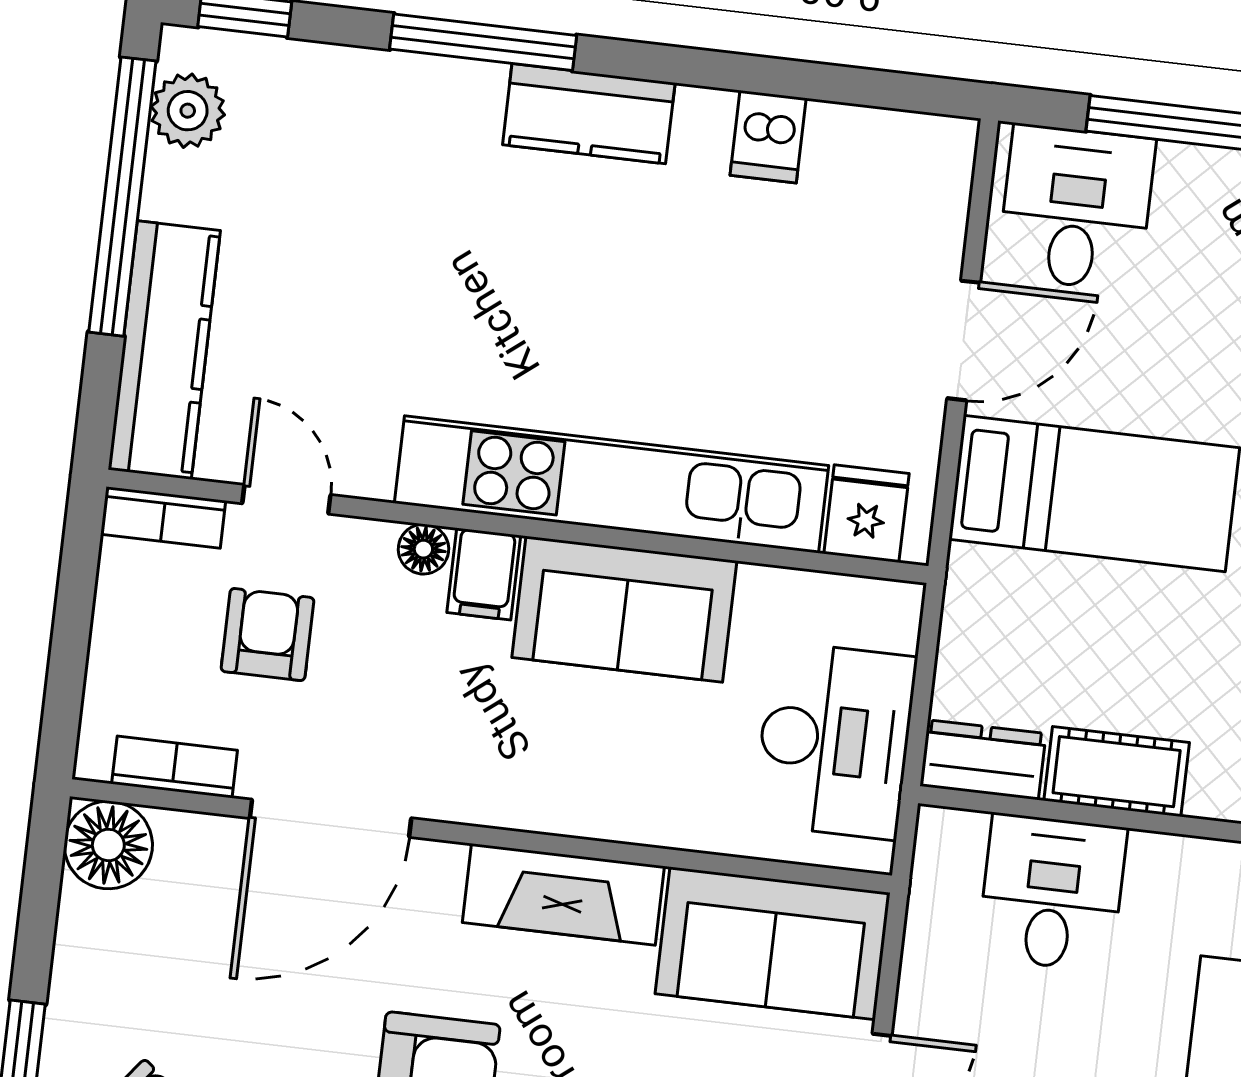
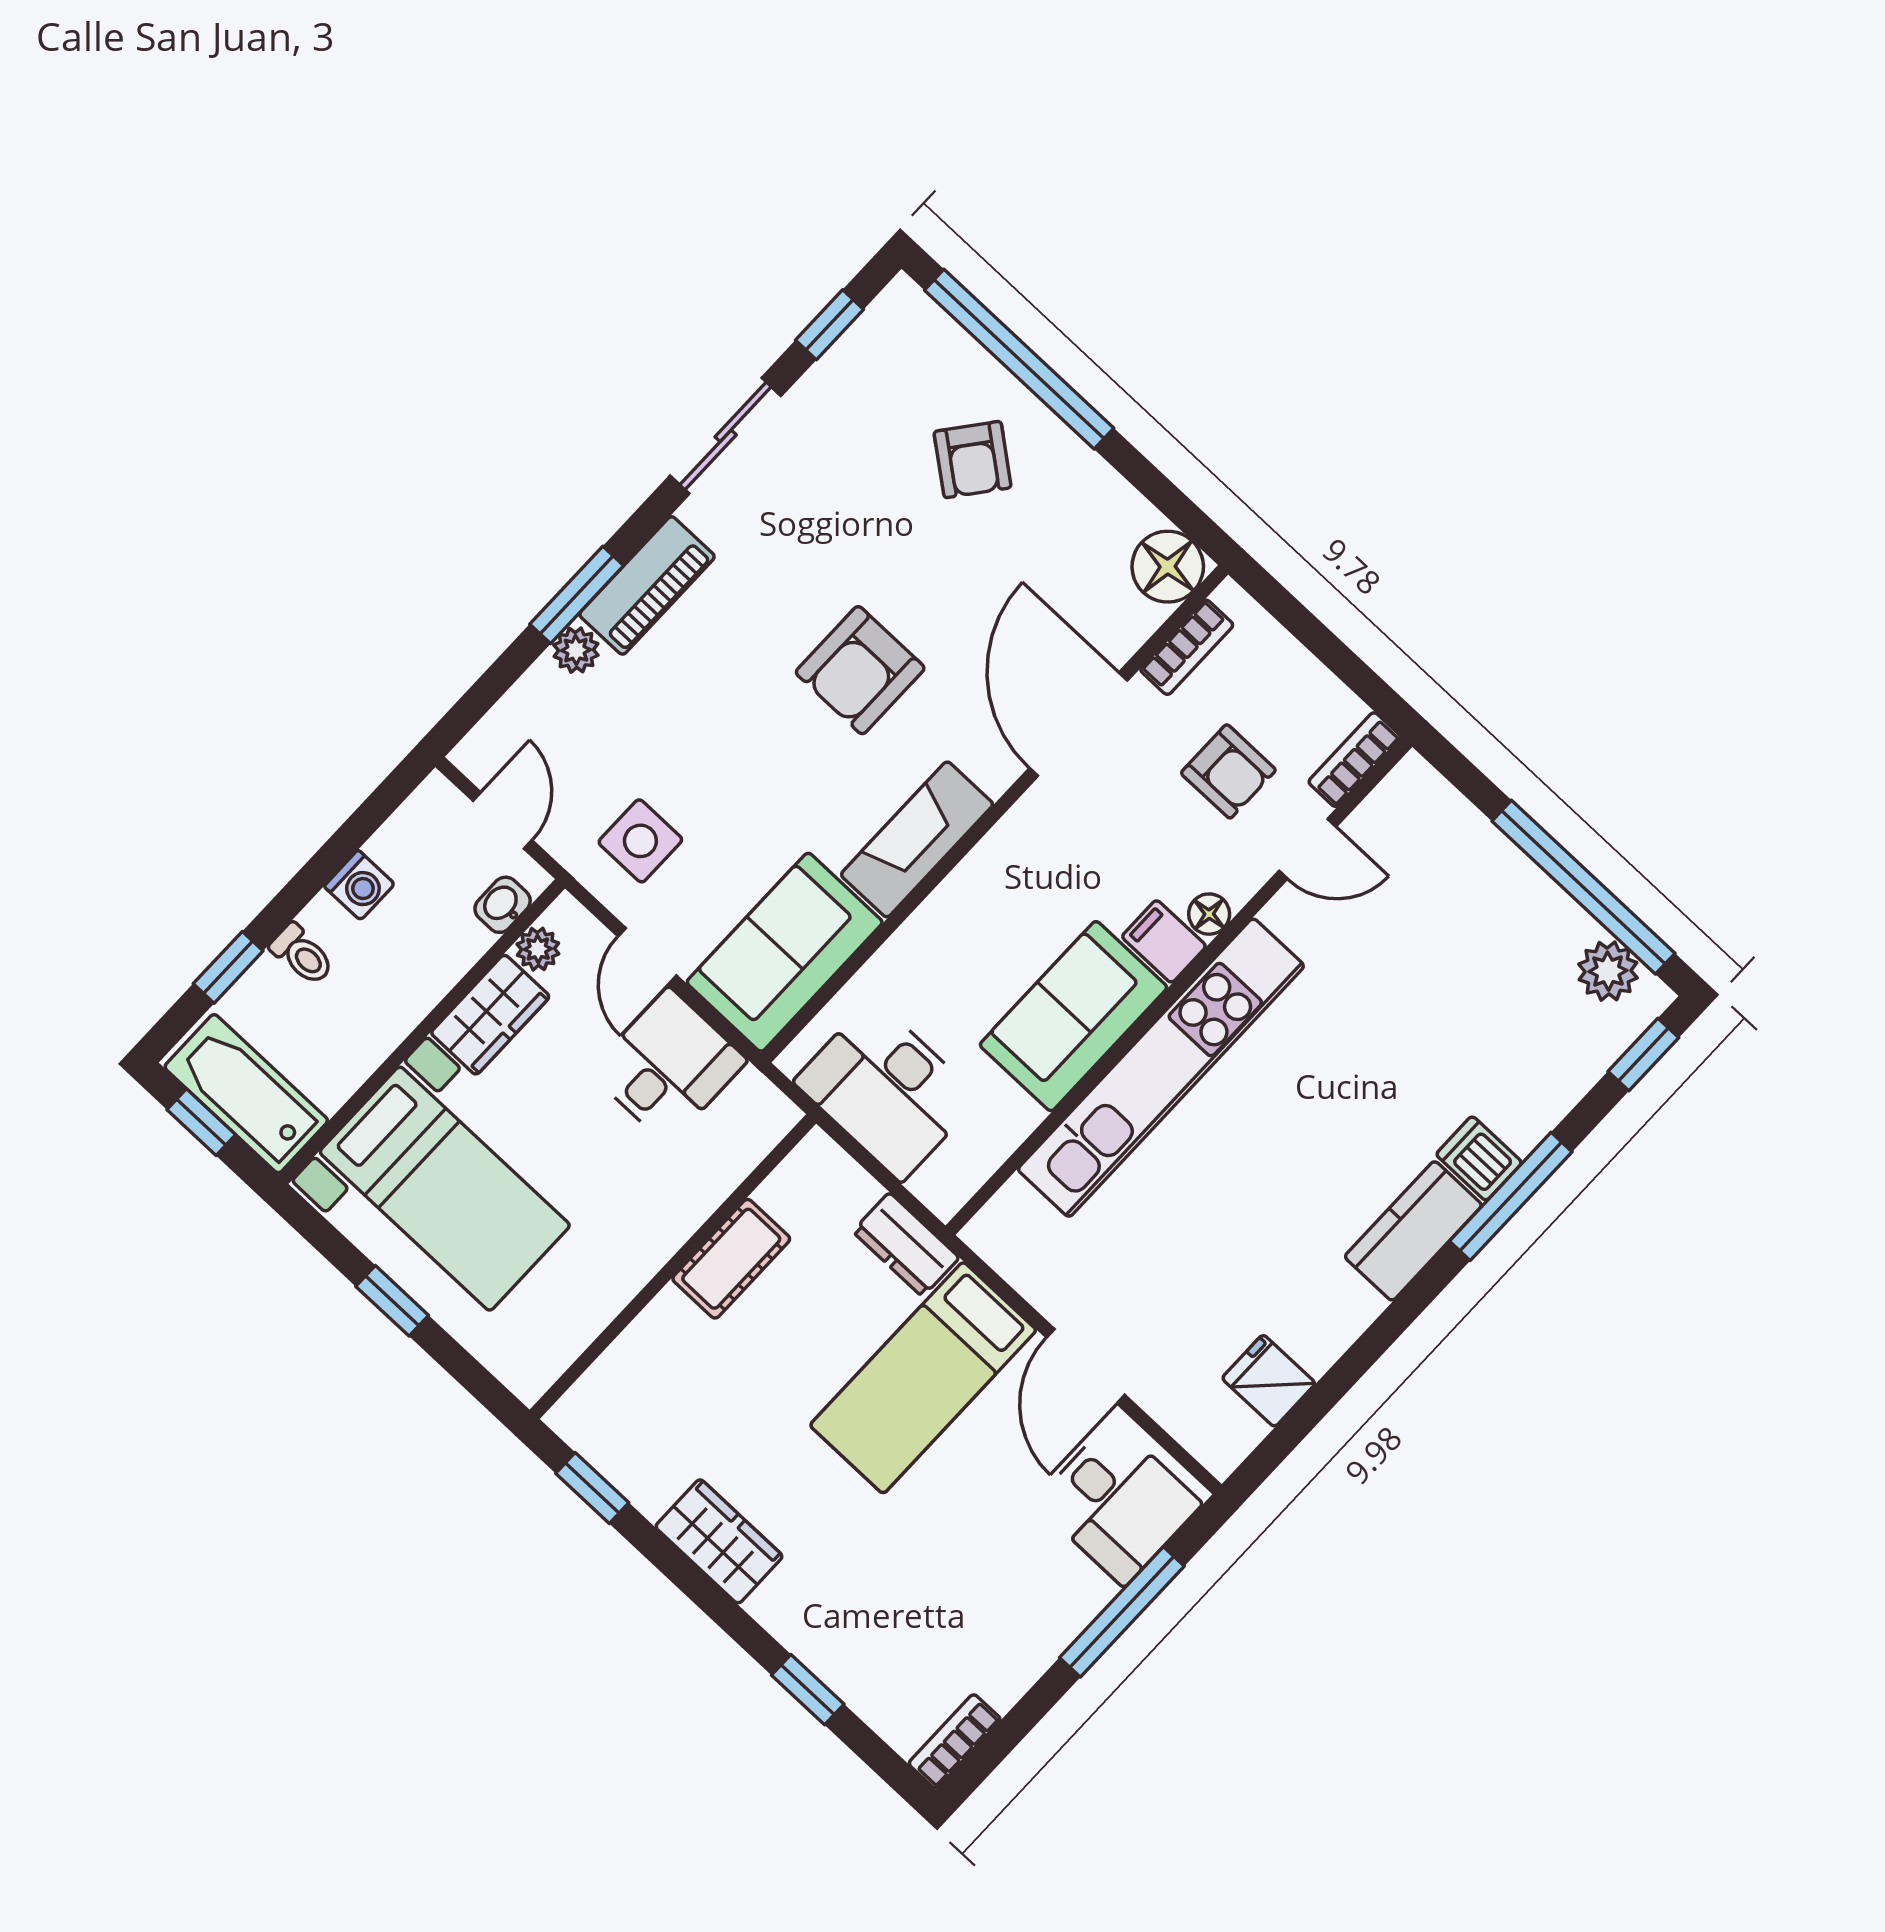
dishwasher: (768, 137) -> (1479, 1158), moved
kitchen counter: (164, 350) -> (1463, 841), removed
fridge: (867, 514) -> (1269, 1381), moved, turned 180
dresser: (983, 760) -> (906, 1245), moved, turned 90
desk: (1052, 893) -> (668, 1066), moved, turned -90

